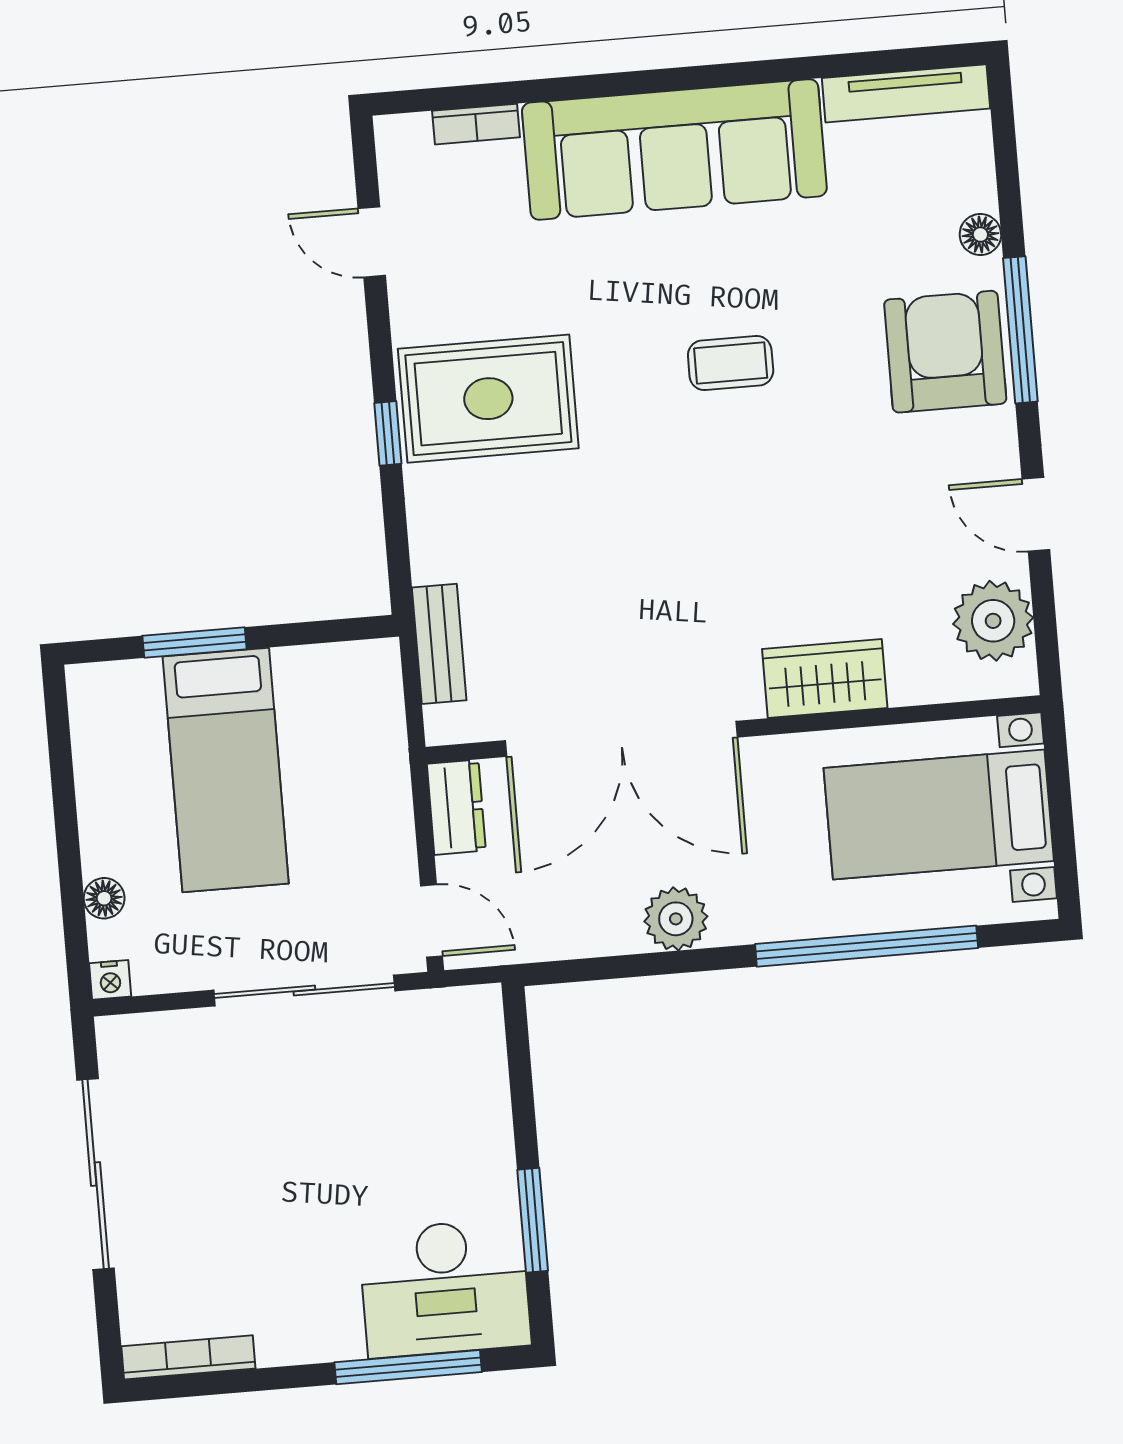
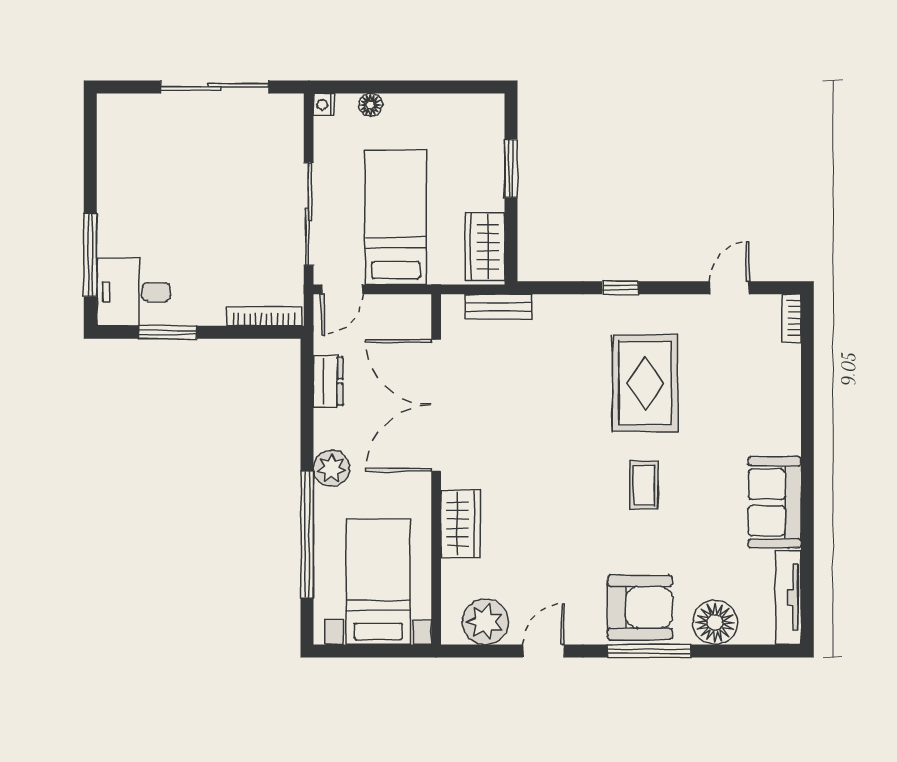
bookcase: (476, 124) -> (791, 318), moved
sofa: (674, 149) -> (775, 502), width x0.54, depth x0.79
floor lamp: (980, 235) -> (715, 622), width x1.89, depth x1.89
rug: (488, 399) -> (645, 383), moved
wardrobe: (336, 677) -> (485, 247), added
bed: (226, 770) -> (396, 217), moved, turned 90
dresser: (456, 807) -> (328, 381), moved, turned -90
plant: (676, 919) -> (332, 468), moved
desk: (445, 1288) -> (133, 292), width x0.73
bookcase: (188, 1357) -> (264, 316), moved, turned -90

